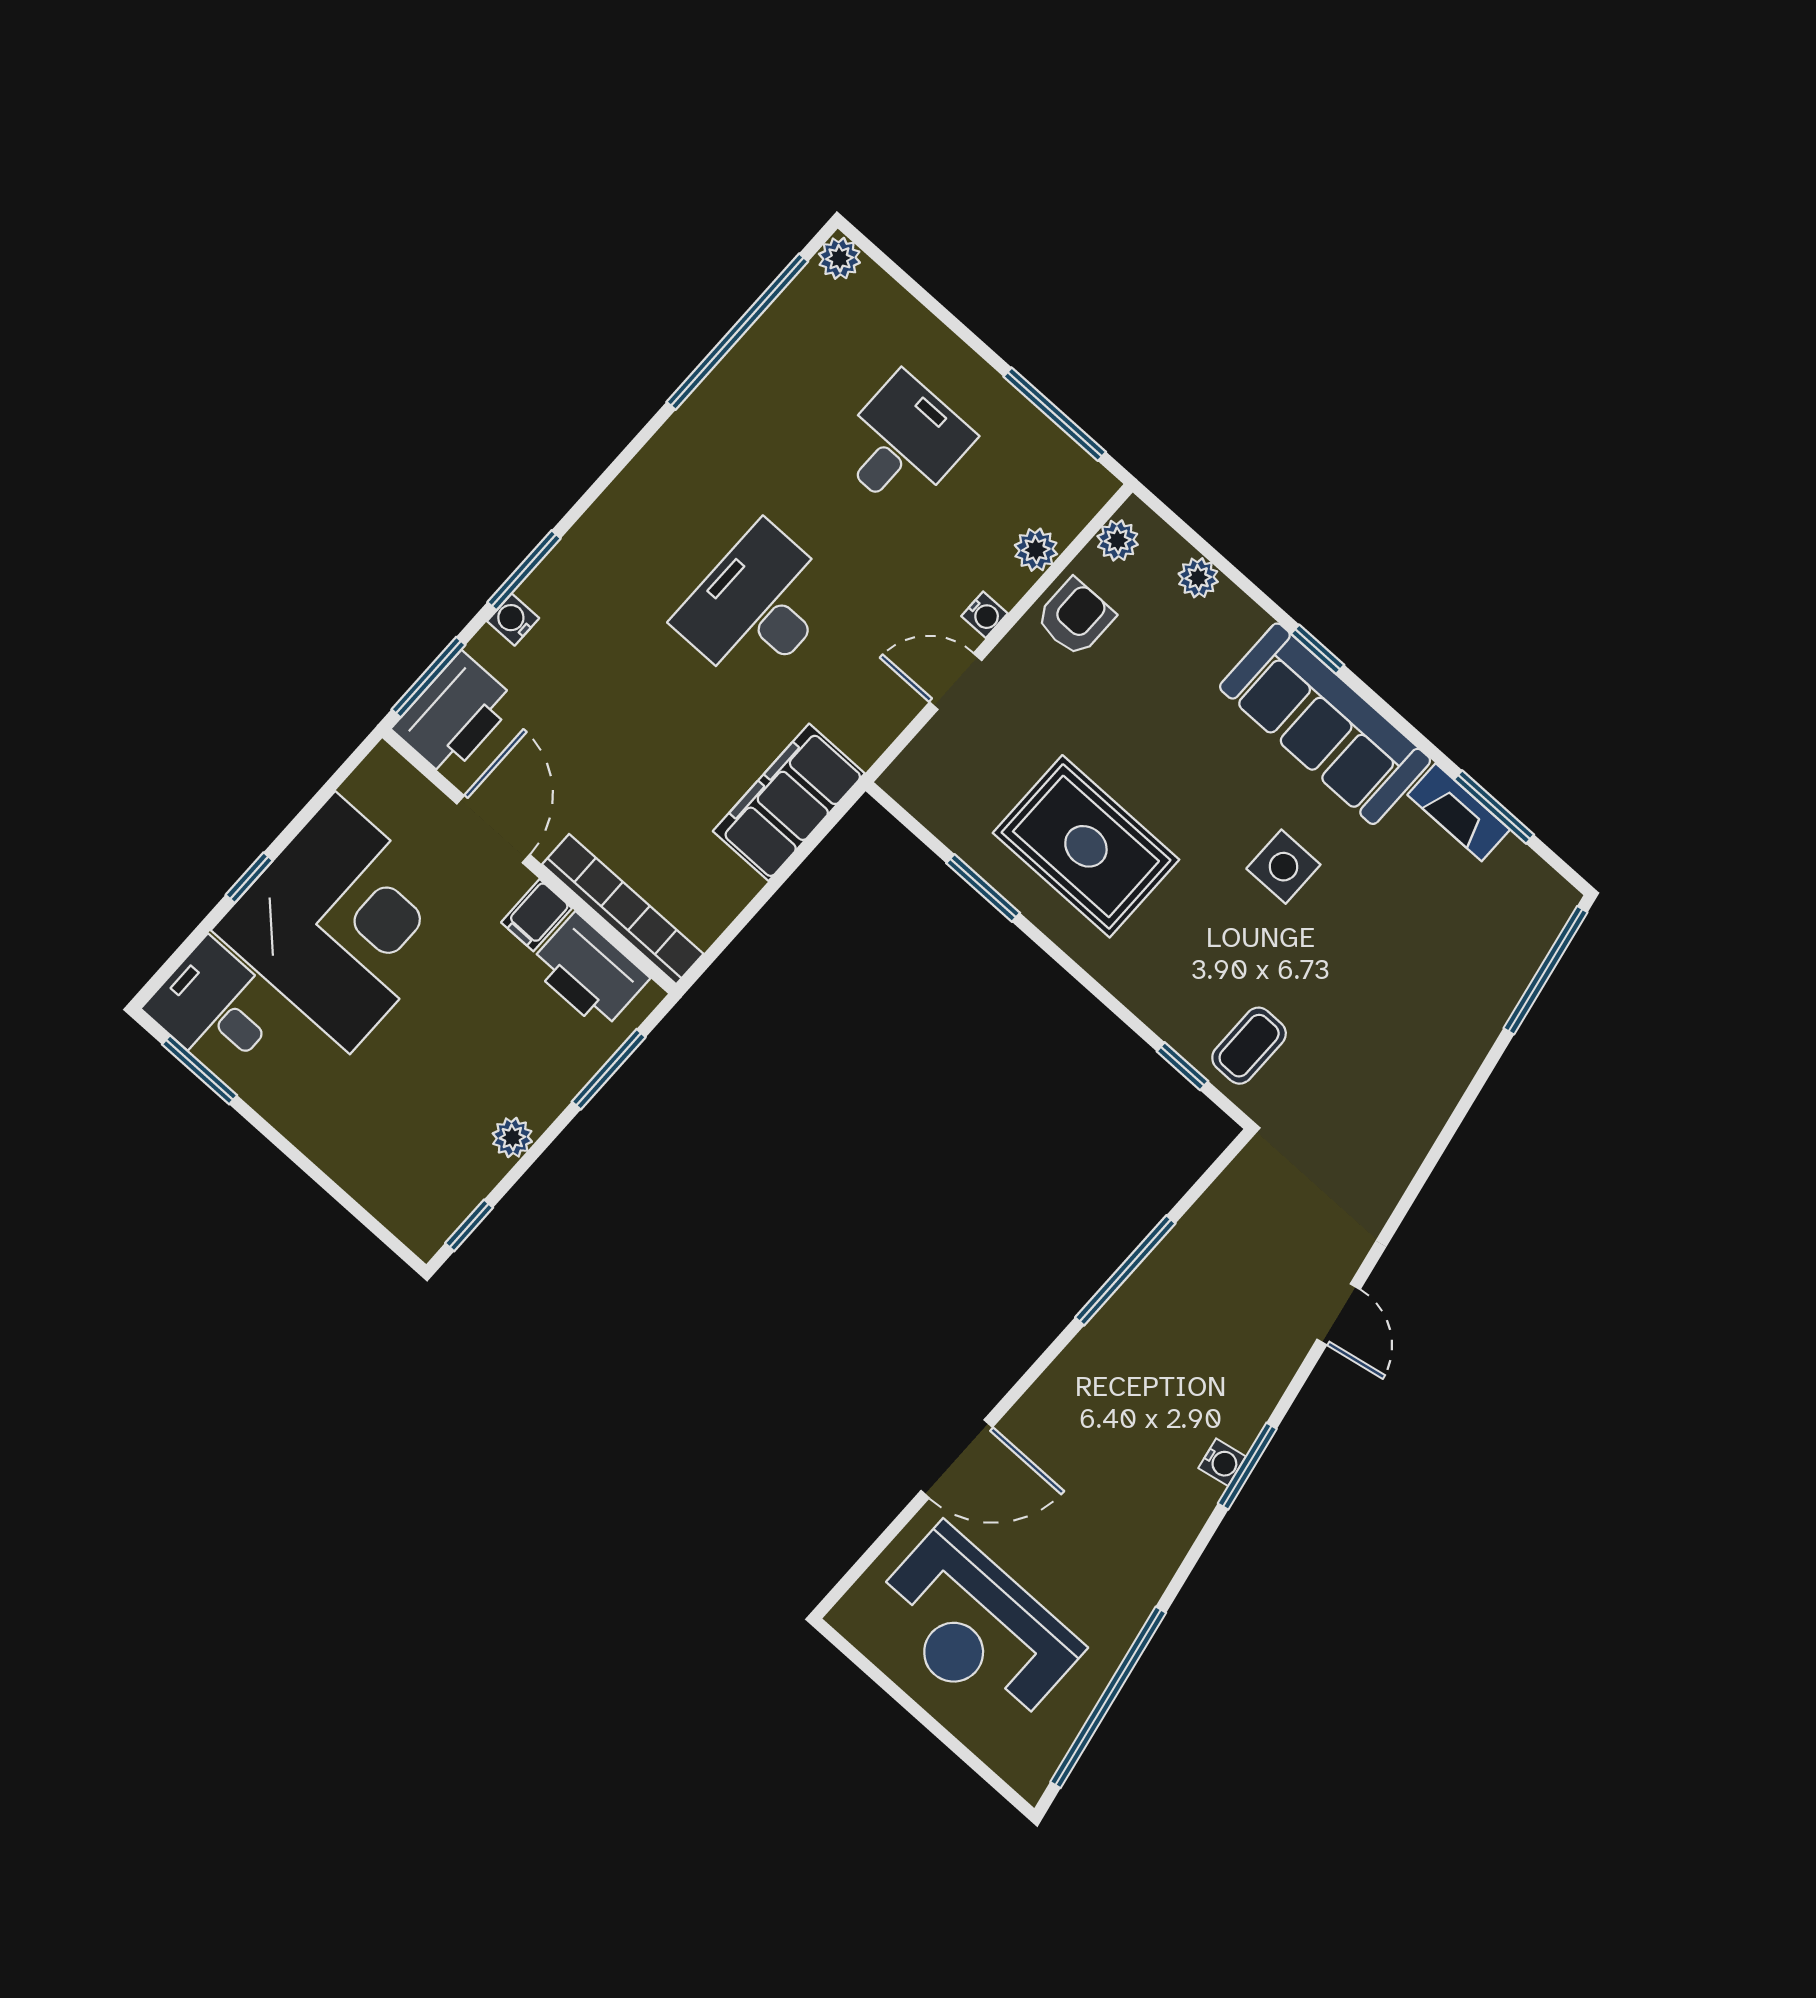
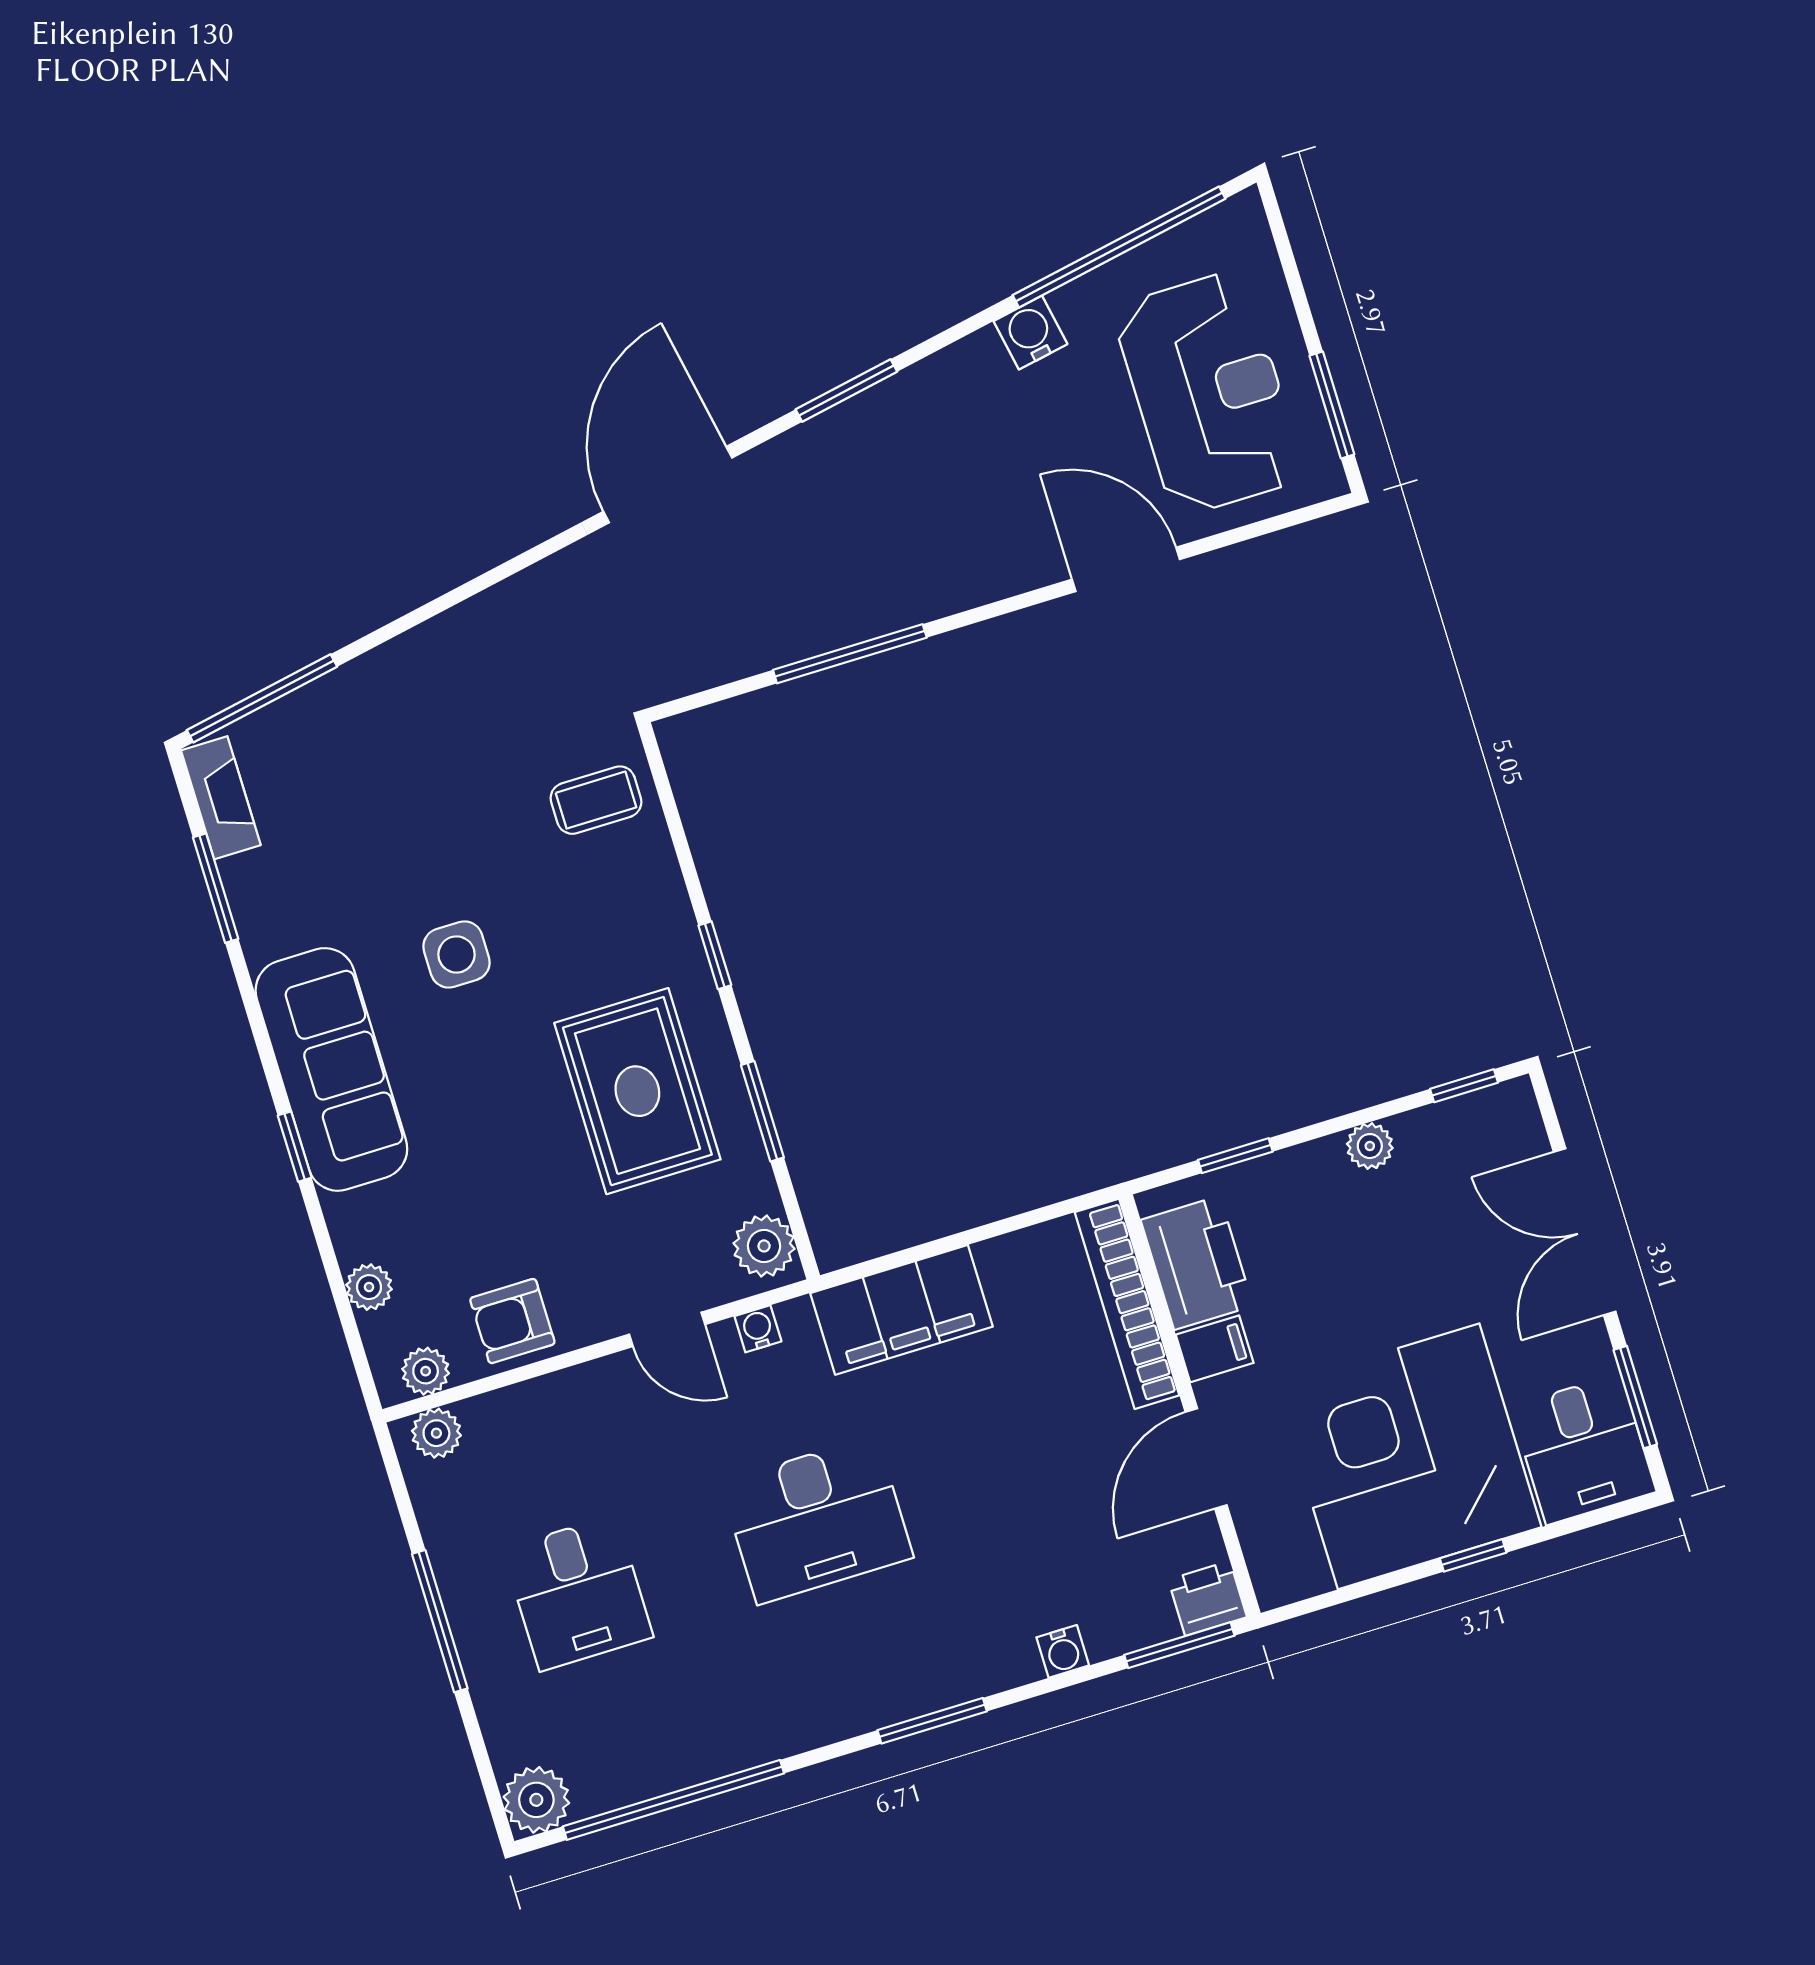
plant: (839, 258) -> (536, 1800), width x1.38, depth x1.38
window: (1055, 414) -> (440, 1621), moved
desk: (903, 443) -> (578, 1593), turned -90
plant: (1036, 550) -> (436, 1433), moved
window: (524, 570) -> (932, 1721), moved
water cooler: (985, 615) -> (758, 1329), moved
printer: (454, 715) -> (1208, 1598), width x0.53, depth x0.68
plant: (921, 788) -> (764, 1246), added
fireplace: (1459, 812) -> (221, 798), moved
window: (1182, 1066) -> (715, 955), moved
window: (609, 1069) -> (1235, 1156), width x0.67
double door: (312, 1171) -> (1585, 1232), added
door: (1338, 1314) -> (668, 485), width x1.88
water cooler: (1222, 1462) -> (1030, 333), moved, width x1.38, depth x1.38
window: (877, 1676) -> (1332, 405), added

